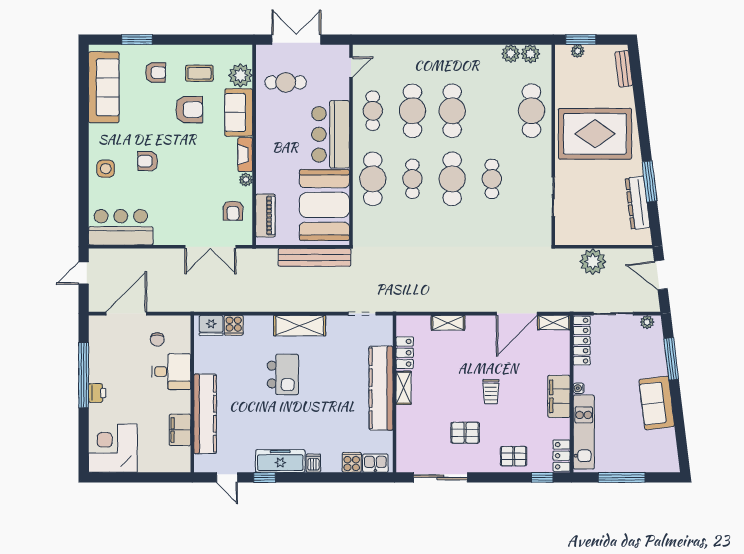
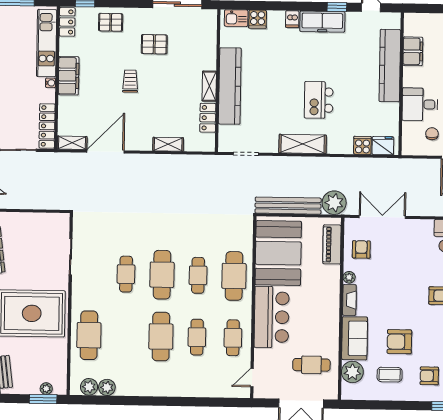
cafe table: (412, 111) -> (197, 337), width x0.73, depth x0.74
plant: (593, 262) -> (334, 203), moved

